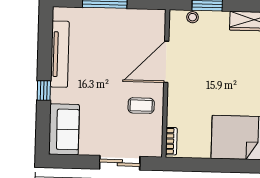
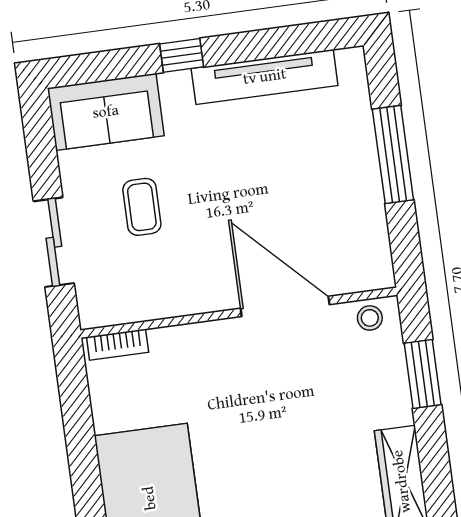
stool: (193, 17) -> (370, 318), moved
coffee table: (141, 106) -> (142, 207), moved

